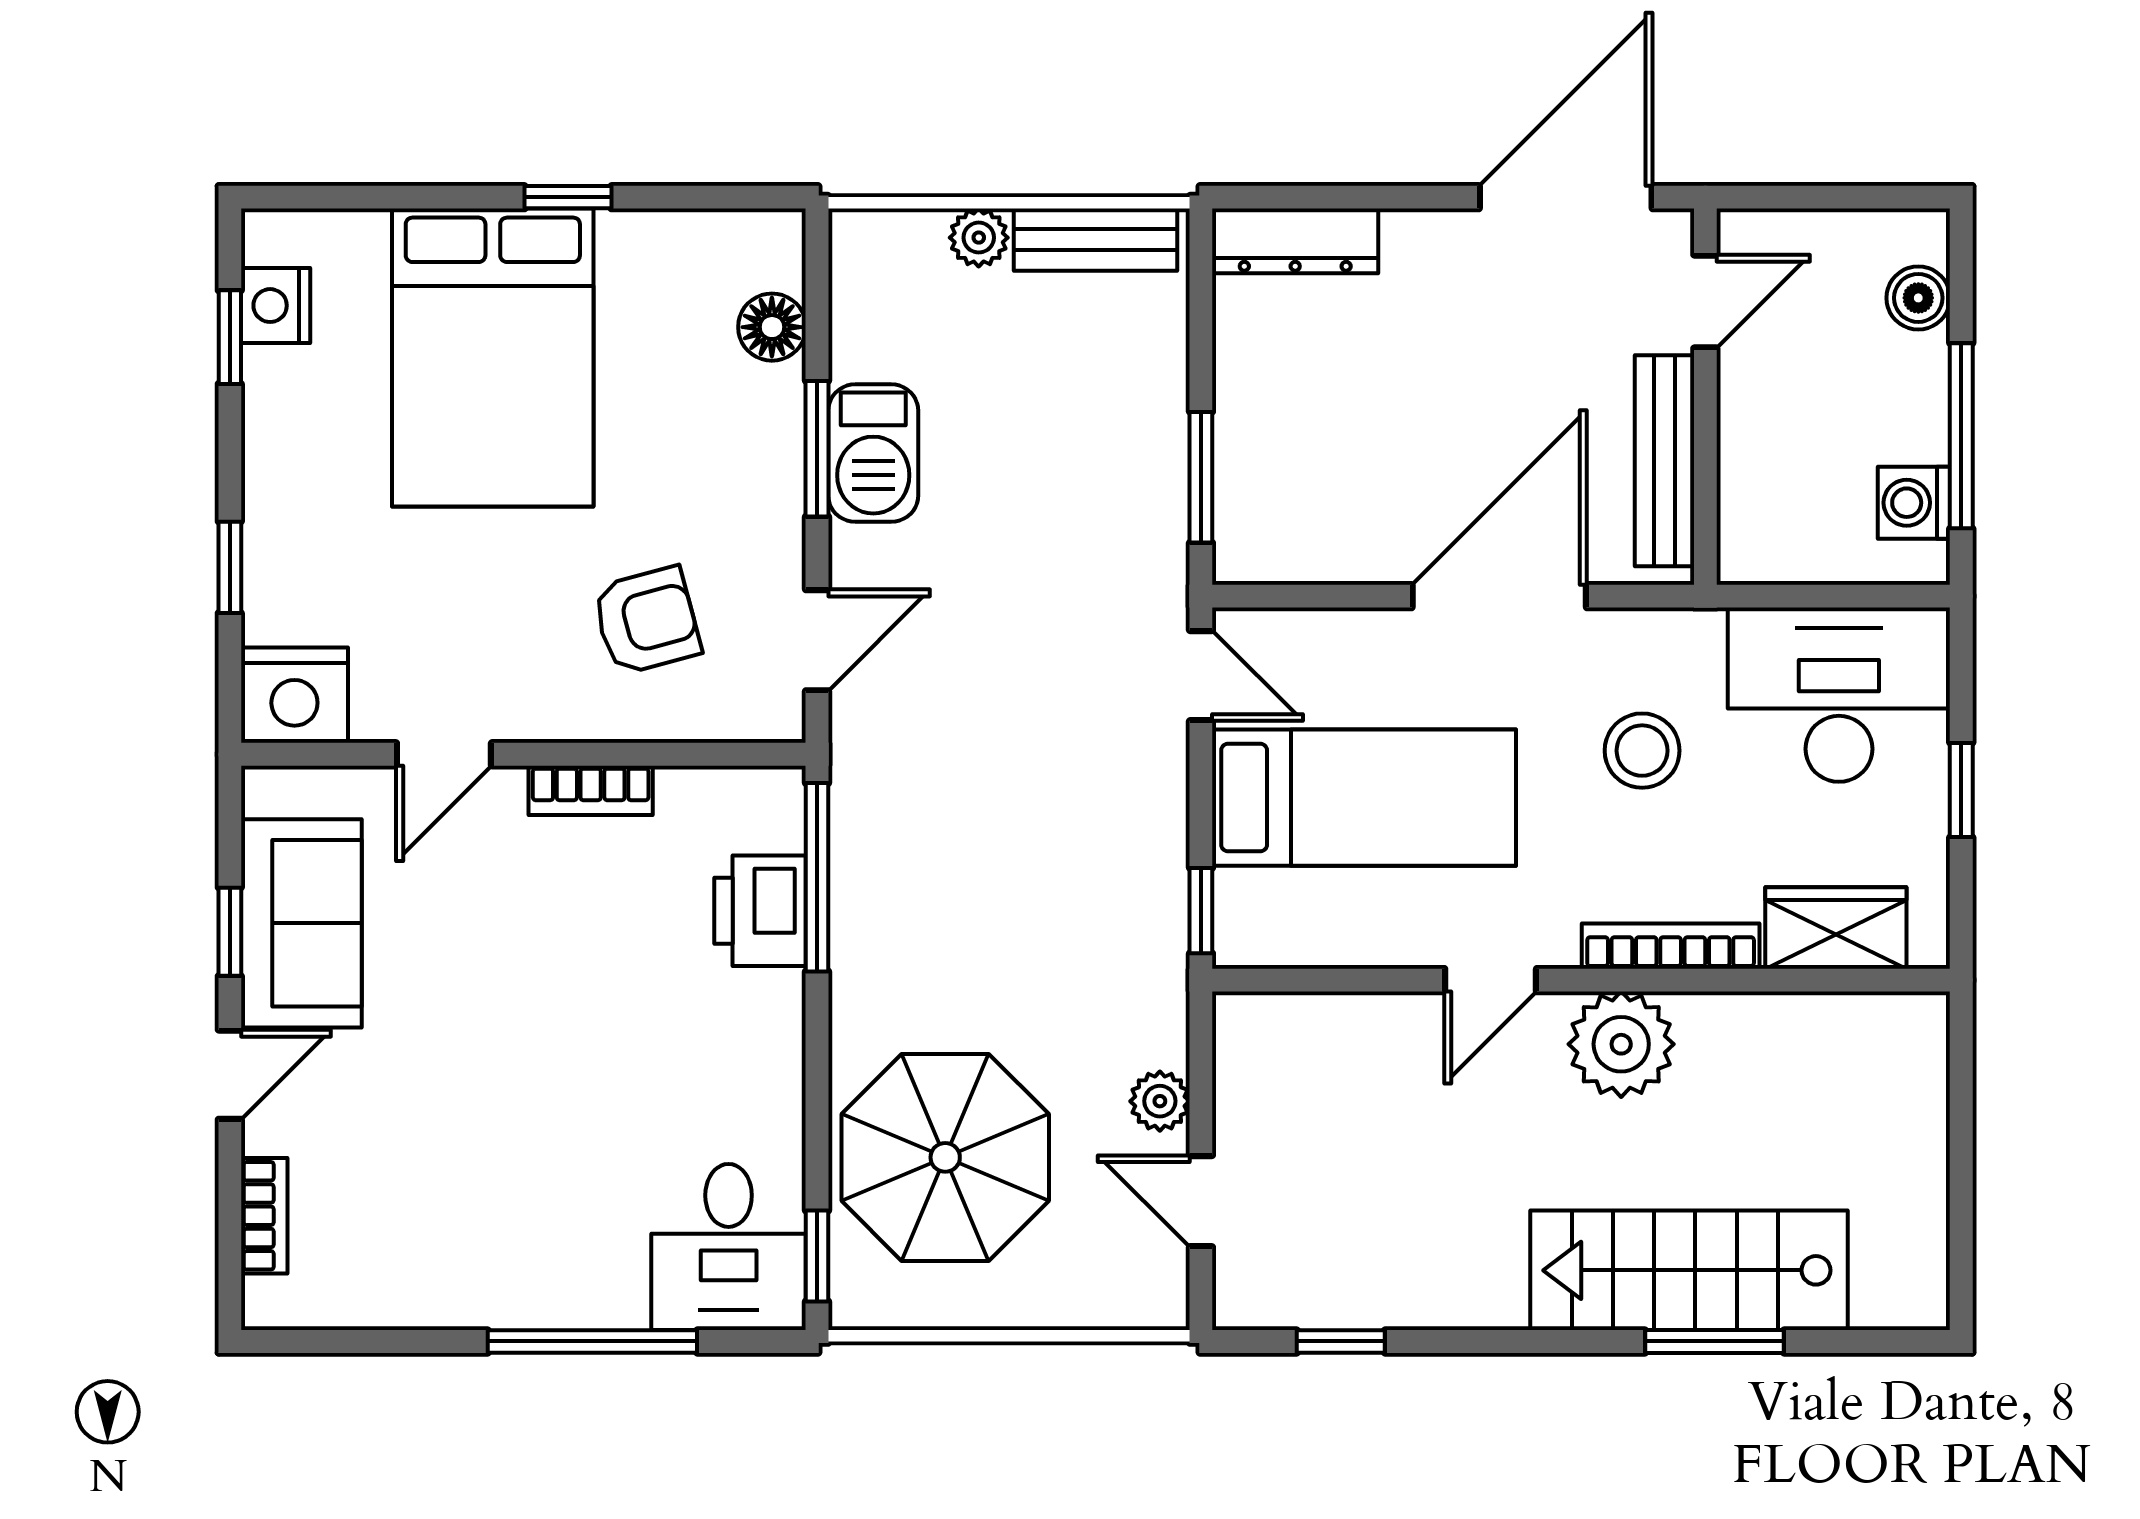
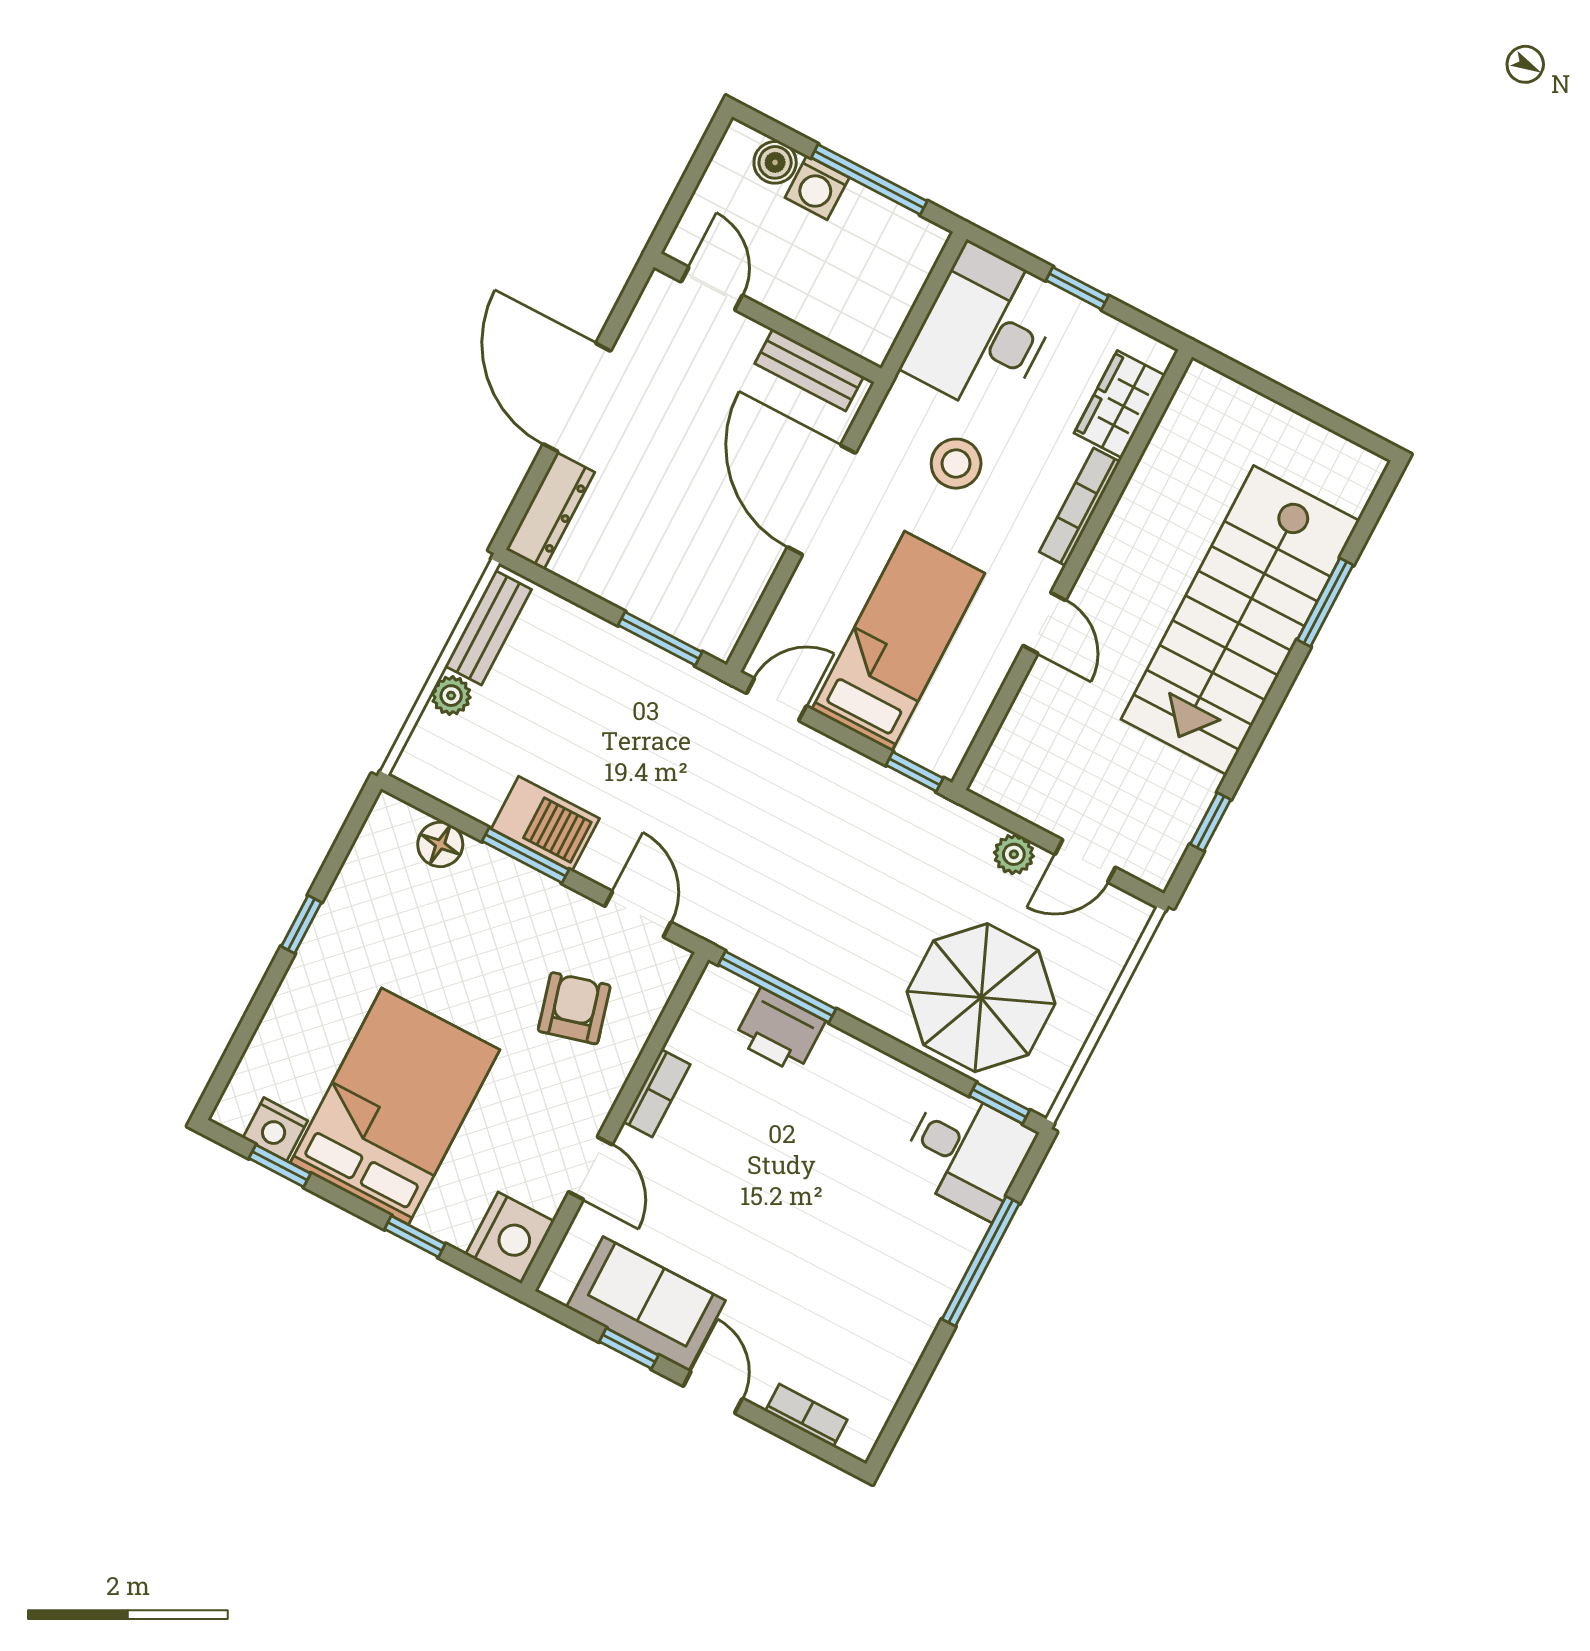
door: (1566, 197) -> (577, 397), moved
bed: (493, 357) -> (395, 1106), moved, turned -90
bench: (1664, 461) -> (809, 370), width x0.73
washing machine: (1914, 503) -> (817, 188), moved
plant: (1621, 1044) -> (1122, 566), removed
stairs: (1689, 1270) -> (1240, 620), width x1.36, depth x1.51

